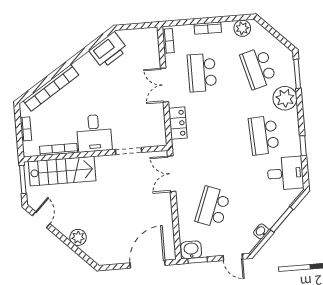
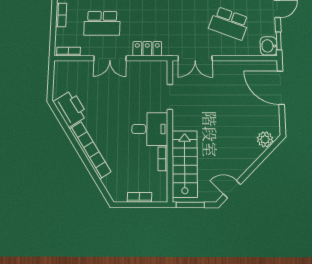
bookcase: (51, 88) -> (90, 150), moved
bookcase: (59, 149) -> (163, 159), width x0.64
plant: (78, 237) -> (265, 139), moved

